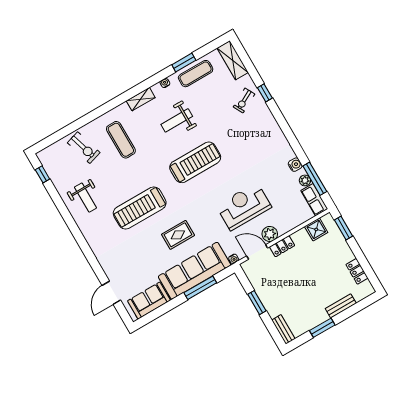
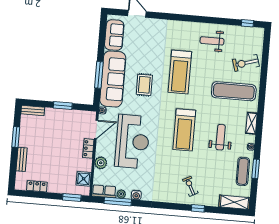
exercise bike: (244, 101) -> (190, 186), moved
exercise mat: (121, 140) -> (234, 91), width x1.36, depth x1.45
reception desk: (244, 206) -> (132, 142), width x1.36, depth x1.30
treadmill: (140, 208) -> (180, 72), turned 180
plant: (270, 234) -> (101, 163), moved

